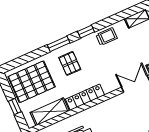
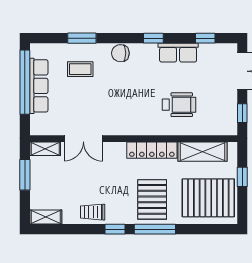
window: (59, 44) -> (155, 229), width x1.44
pallet: (70, 63) -> (152, 199), width x1.50, depth x1.42

